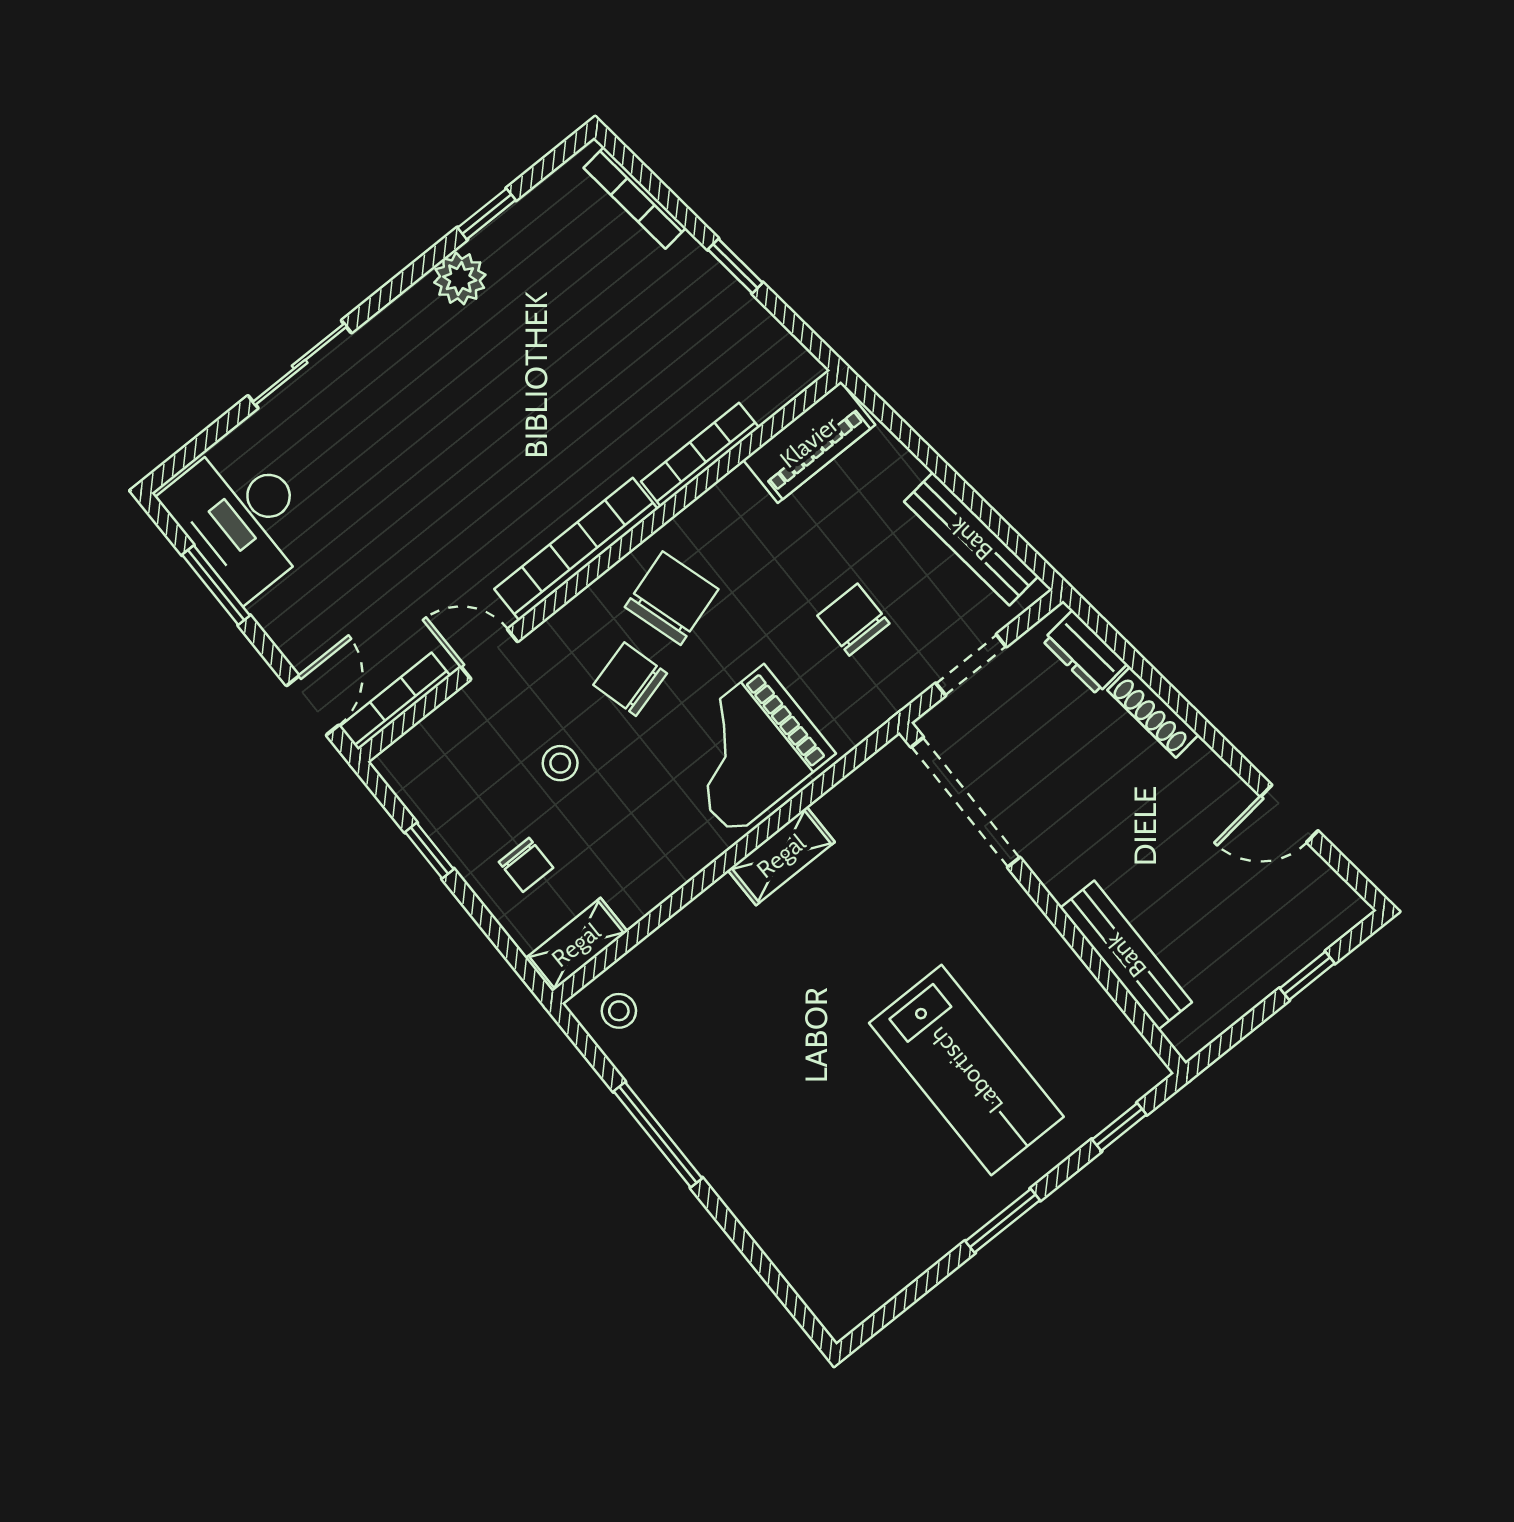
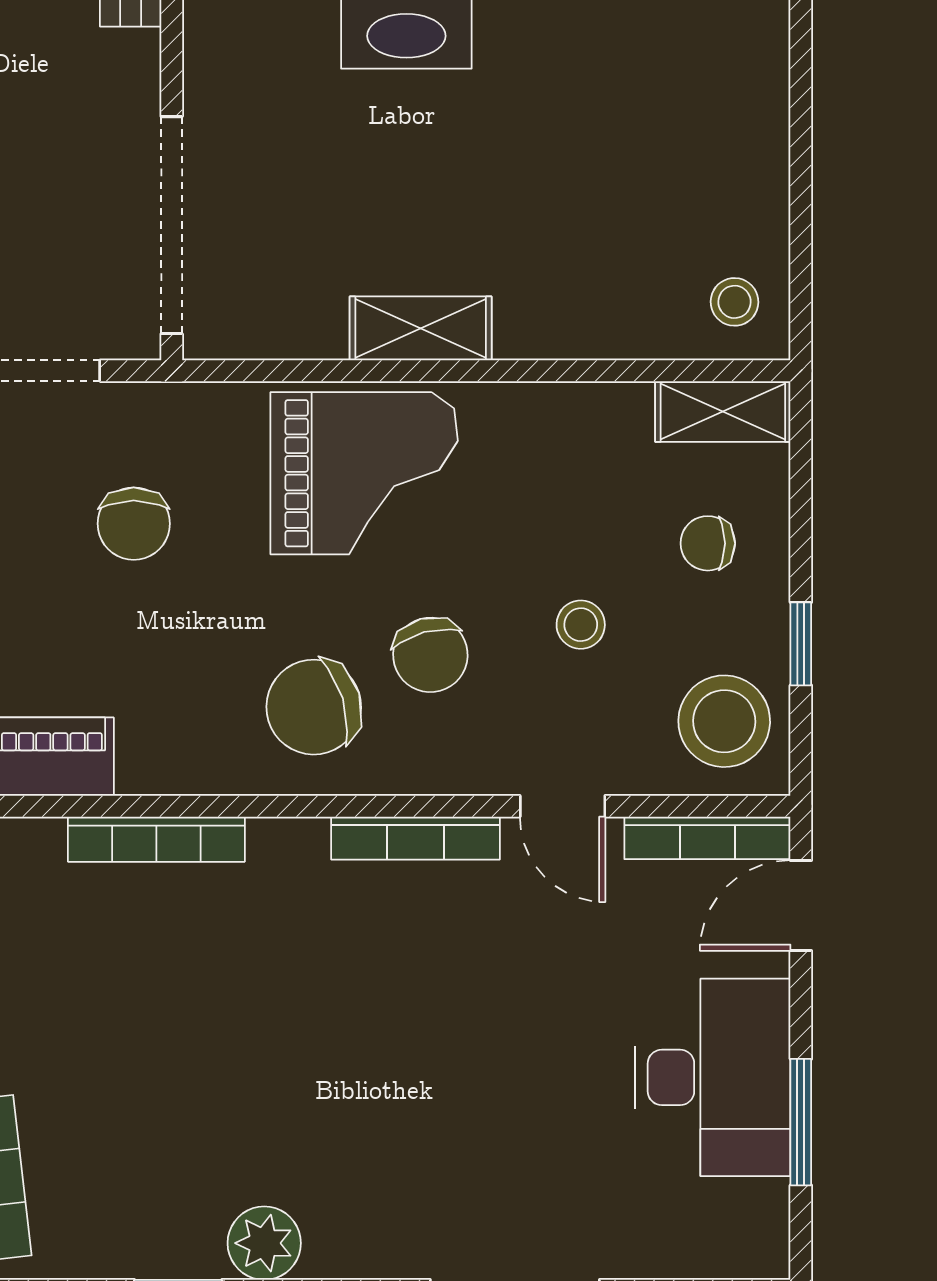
desk: (242, 517) -> (713, 1077), moved
bookcase: (576, 549) -> (416, 838), width x0.68, depth x0.76
stool: (437, 773) -> (724, 721), added
chair: (526, 865) -> (708, 543), turned -90
window: (658, 1135) -> (801, 132), removed

